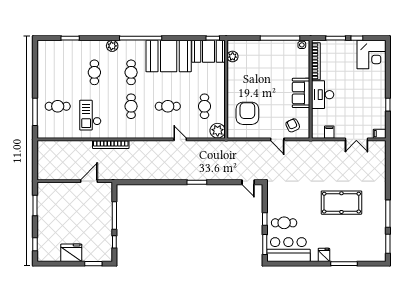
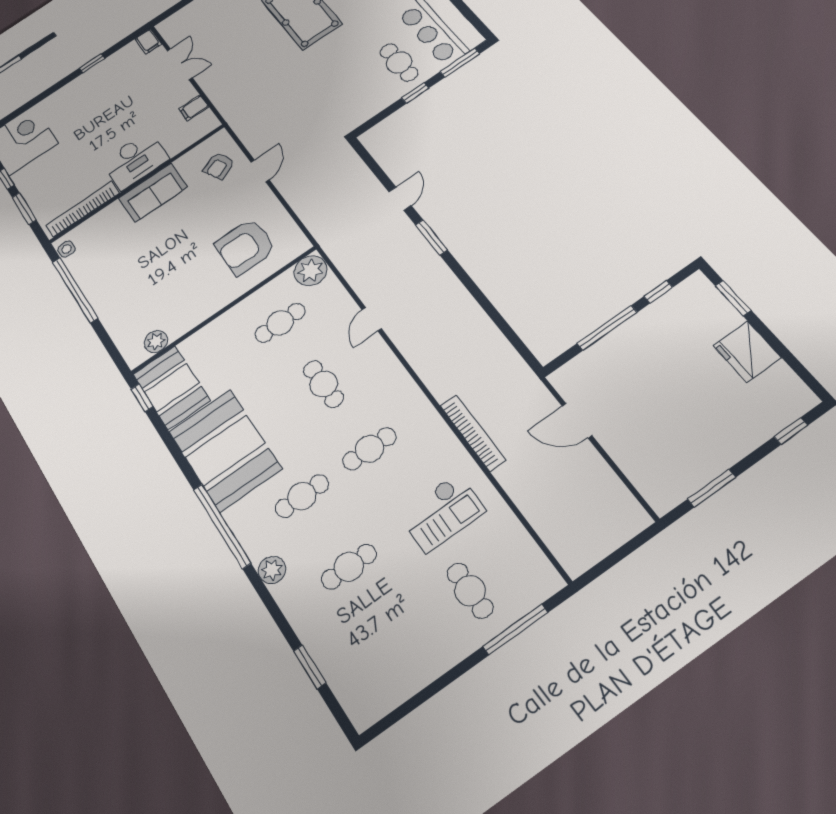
door: (248, 182) -> (400, 199), moved

